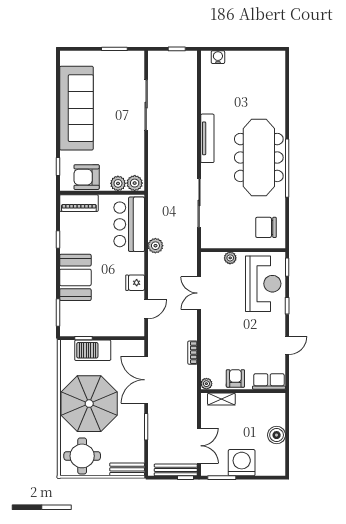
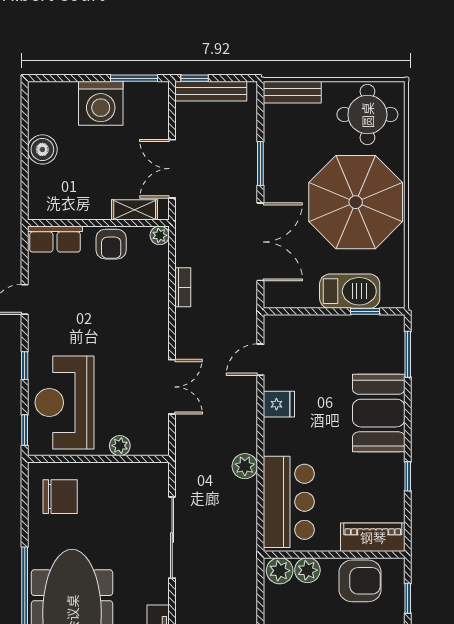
double door: (199, 446) -> (172, 169), moved

